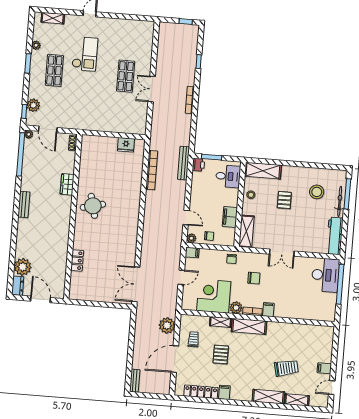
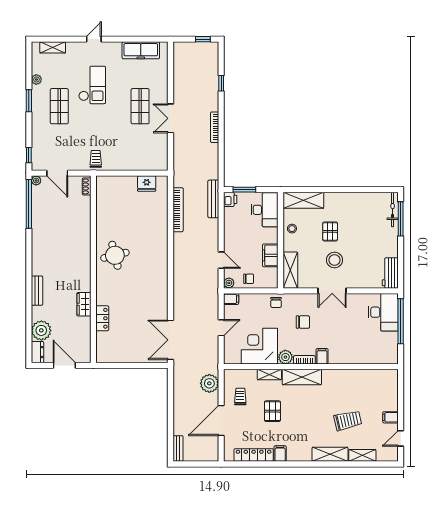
freezer: (130, 27) -> (141, 50), added
plant: (33, 105) -> (39, 147), removed
trolley: (83, 120) -> (96, 159), added
desk: (228, 176) -> (265, 210), width x1.37
wardrobe: (67, 184) -> (84, 304), moved
stool: (317, 192) -> (335, 260), moved
bicycle: (340, 201) -> (393, 210), moved
bench: (24, 204) -> (37, 291), moved
workbench: (335, 236) -> (390, 273), width x0.73

